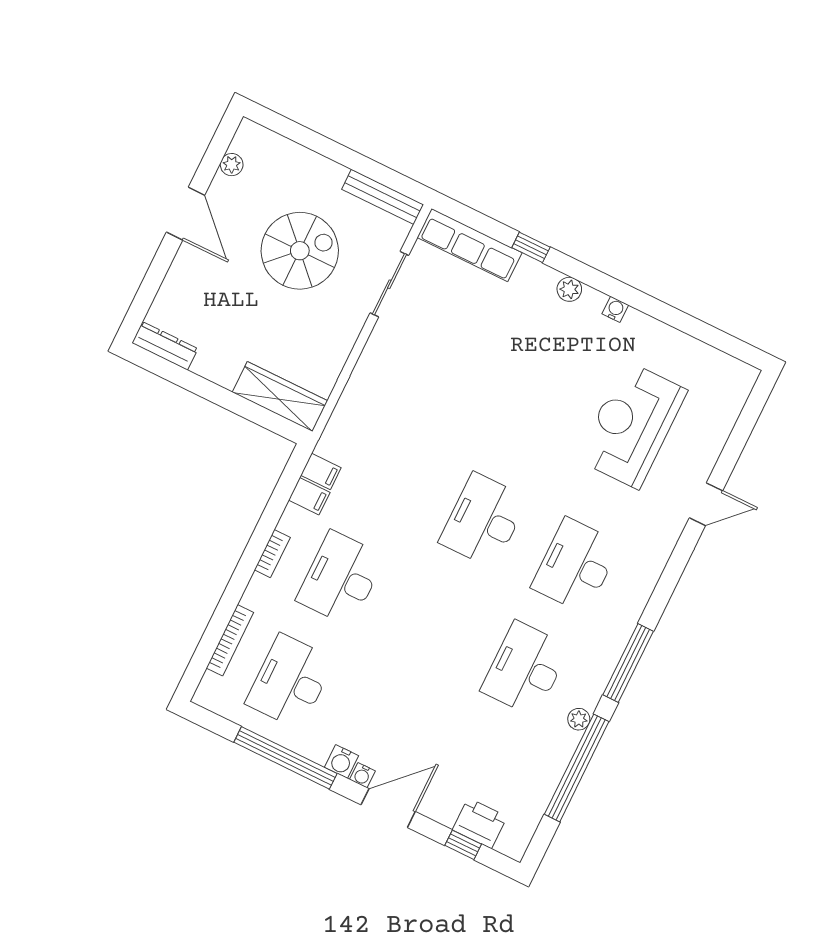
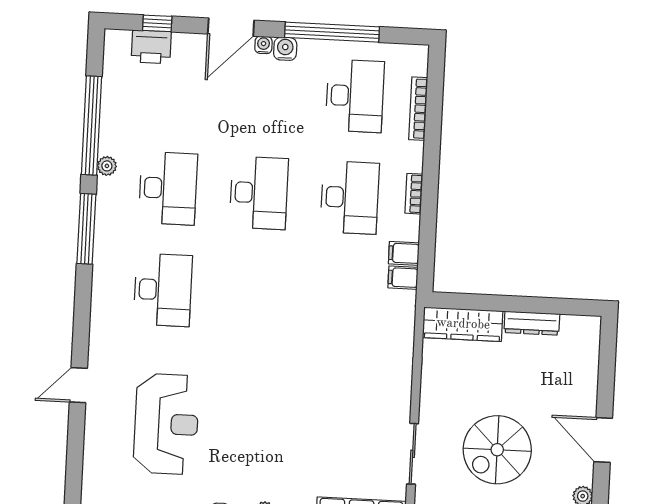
dresser: (165, 346) -> (532, 323), moved
desk: (483, 520) -> (259, 193), moved

